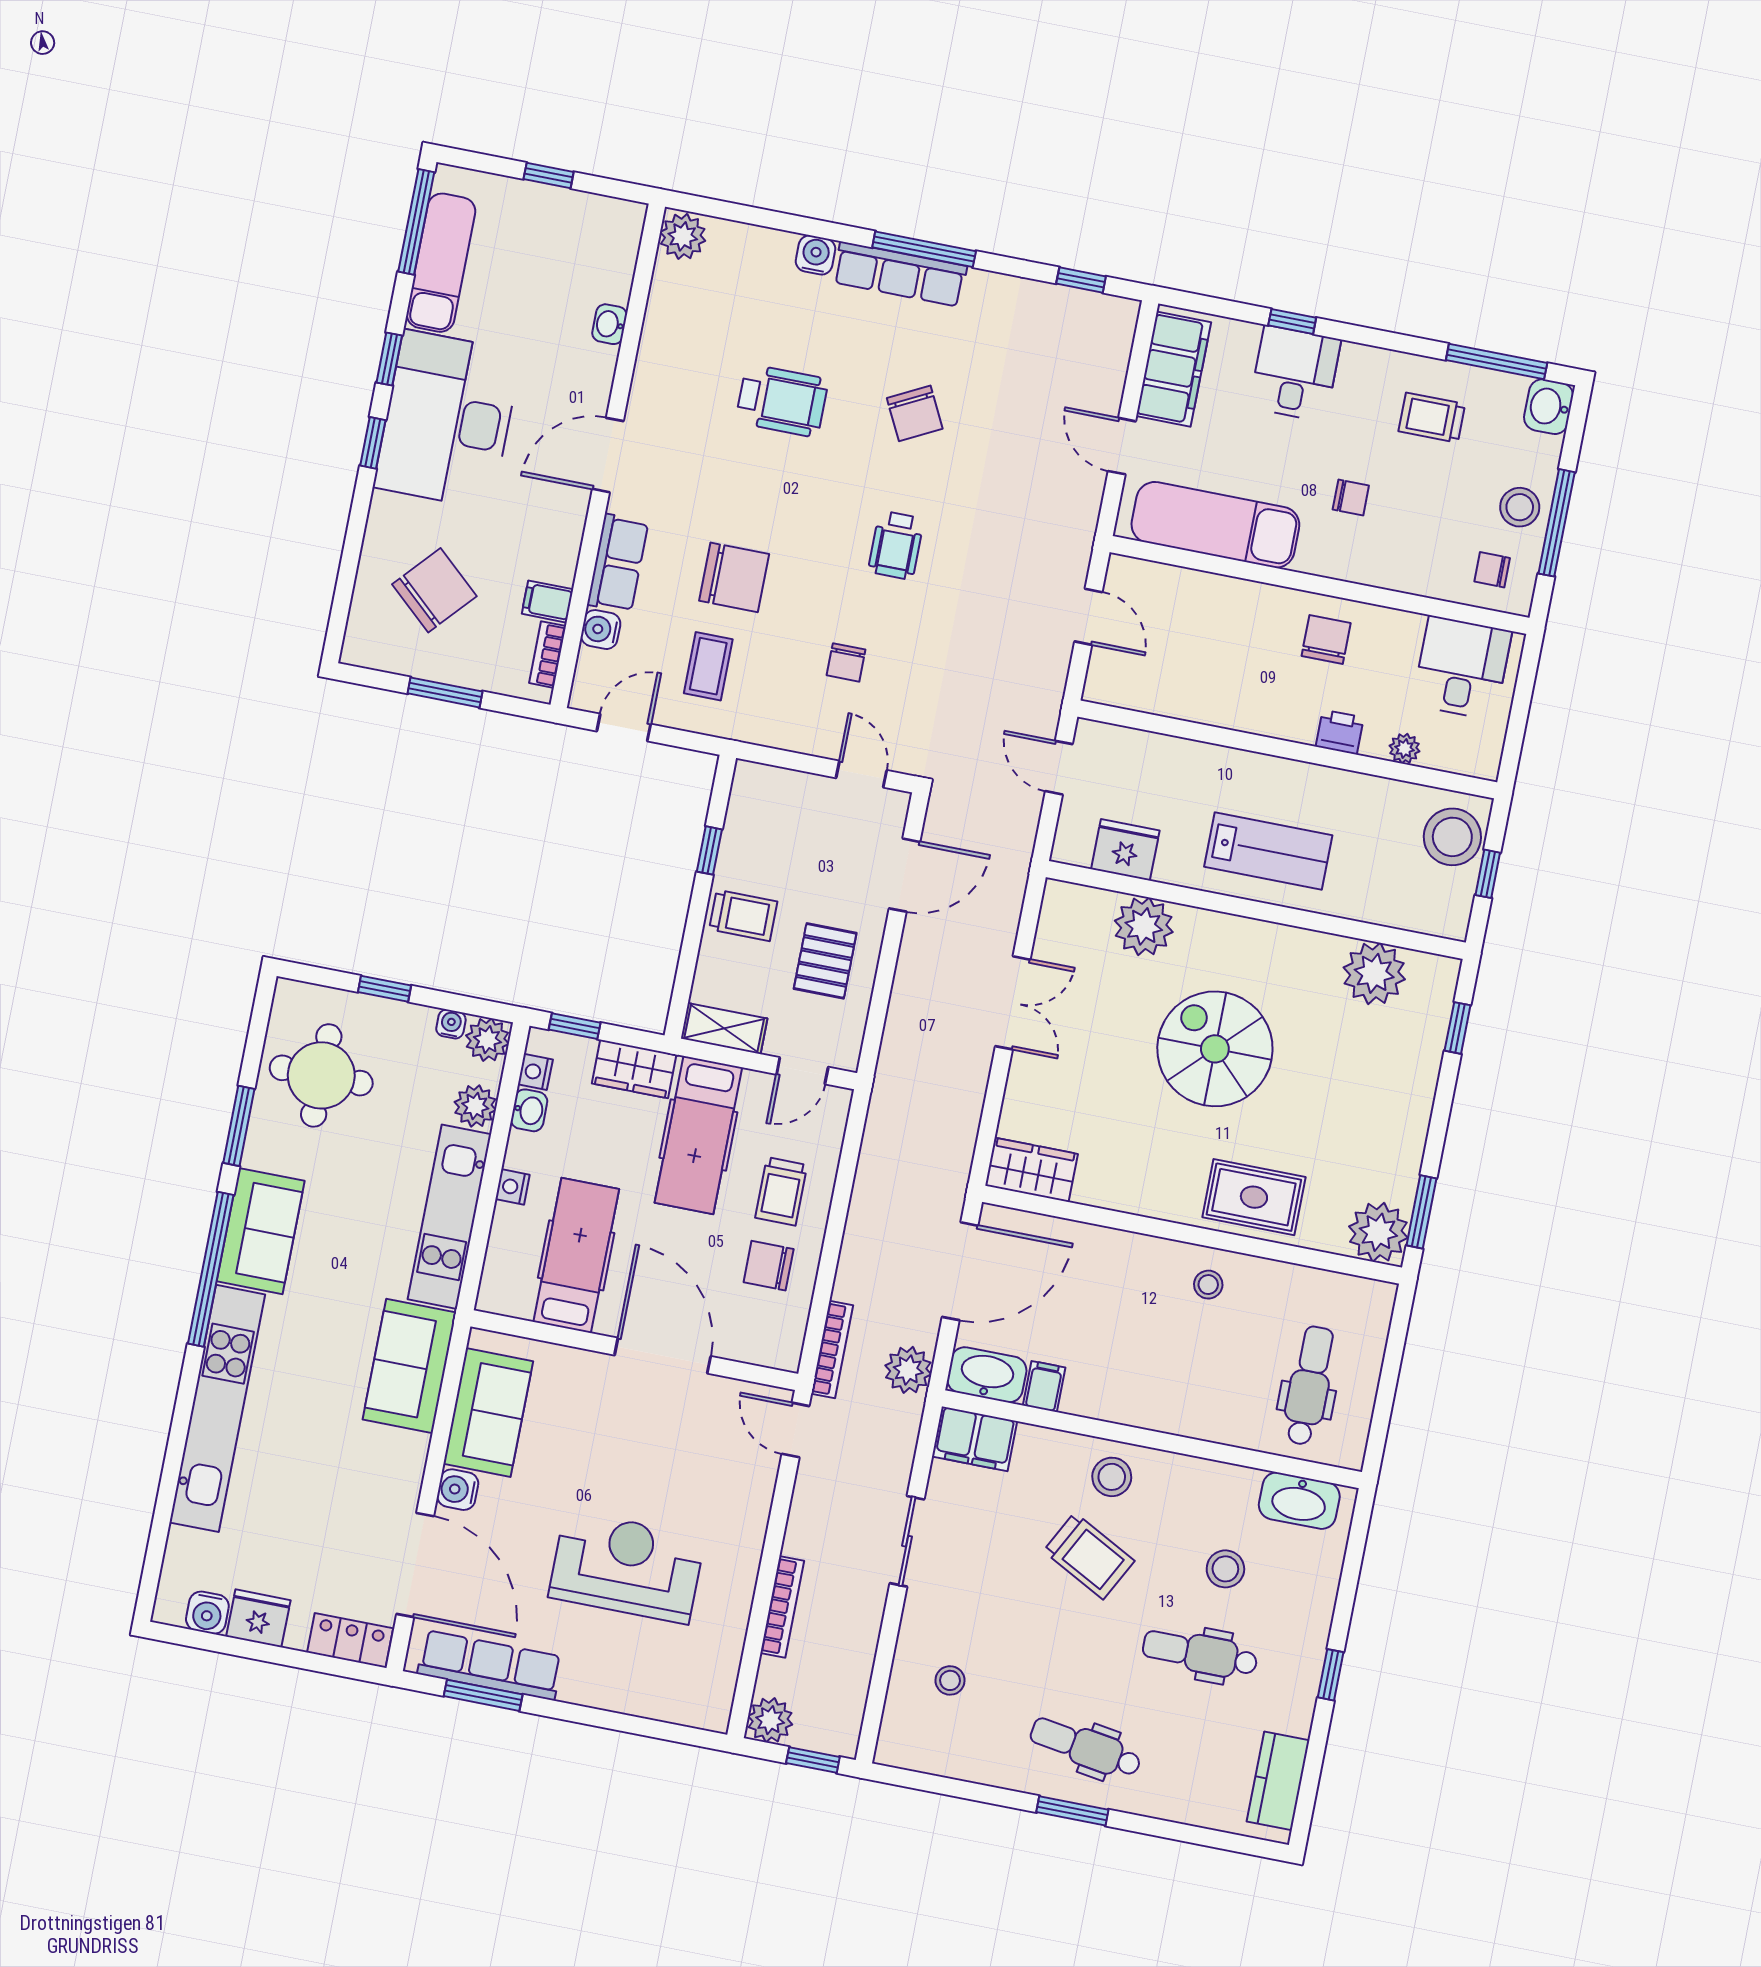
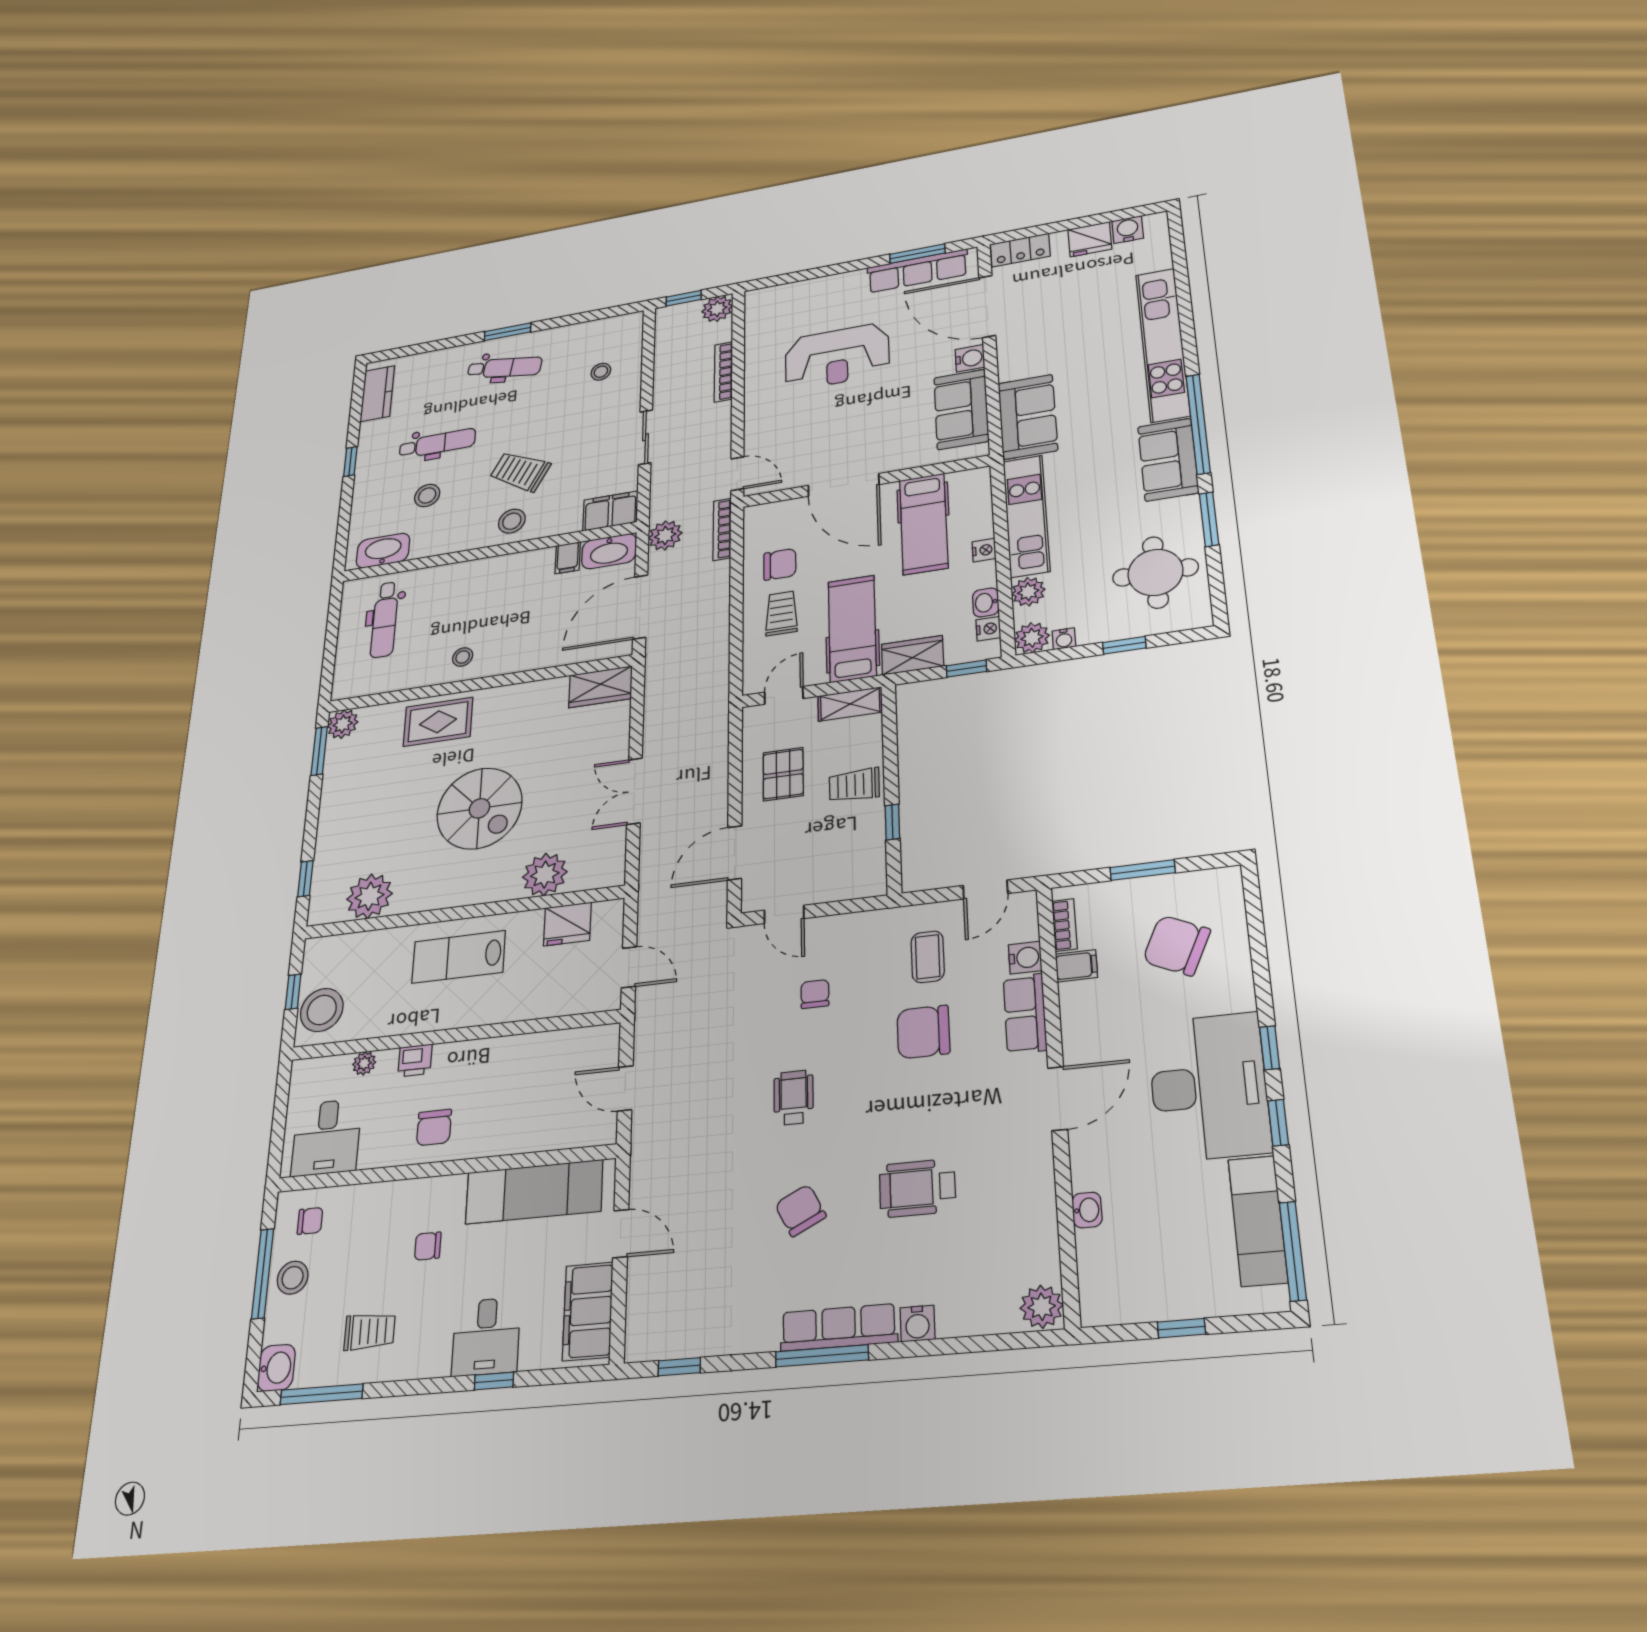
chair: (434, 590) -> (1176, 945), turned 73
plant: (1378, 1232) -> (343, 724), width x0.73, depth x0.73

